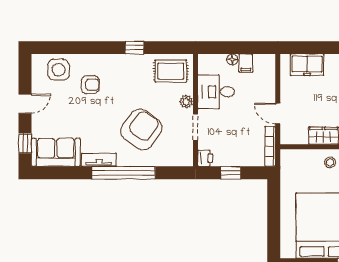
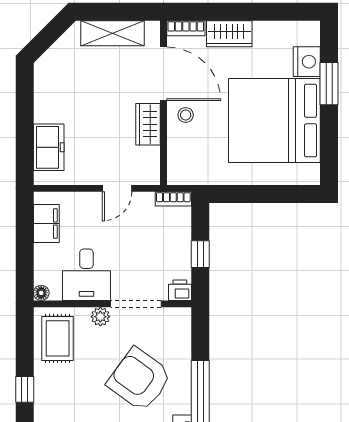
floor lamp: (232, 59) -> (41, 293), moved
filing cabinet: (246, 63) -> (46, 224), width x2.00
doorway: (195, 127) -> (136, 304), width x1.38
bookcase: (270, 146) -> (173, 199), width x0.64

